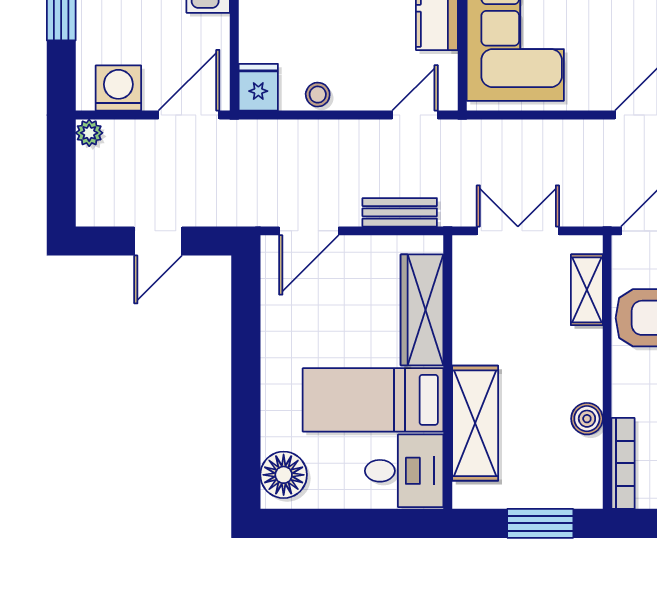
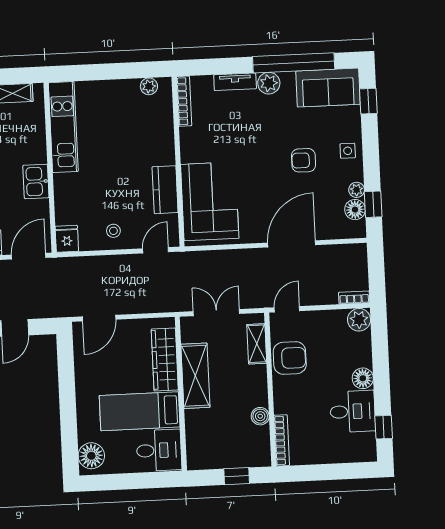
stool: (318, 95) -> (113, 231), moved
bench: (400, 212) -> (150, 305), removed
shelving: (475, 423) -> (195, 376), moved
window: (540, 523) -> (237, 476), width x0.67

